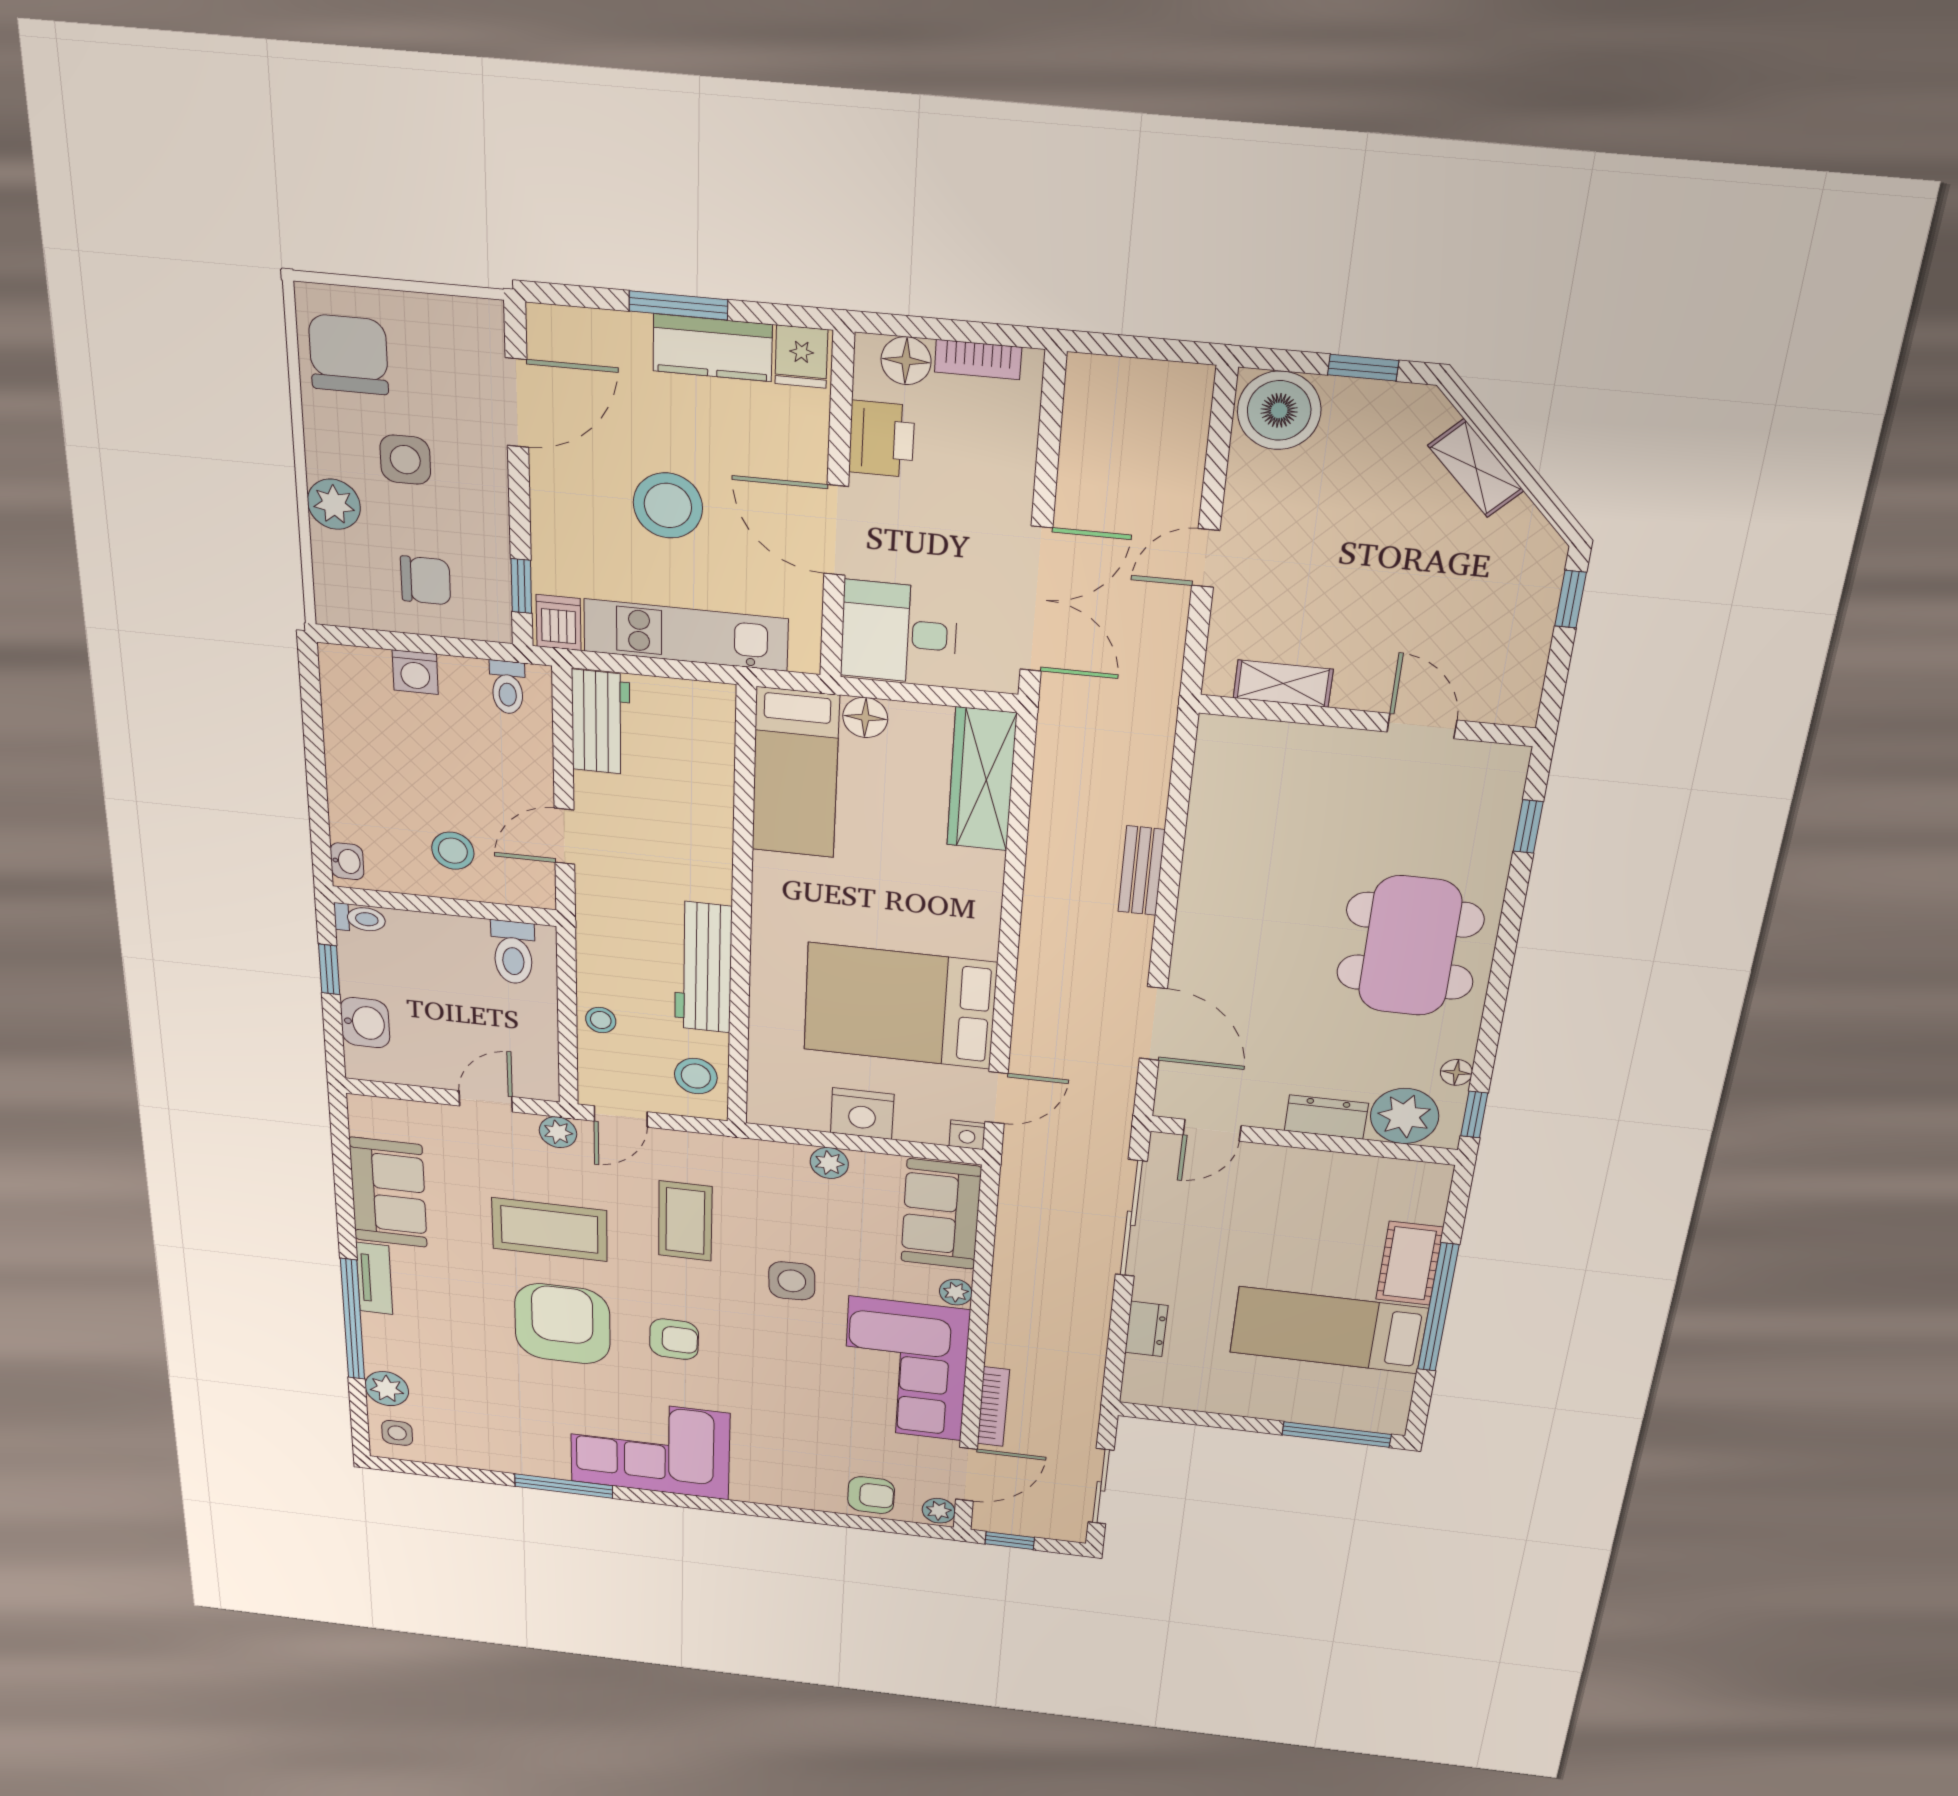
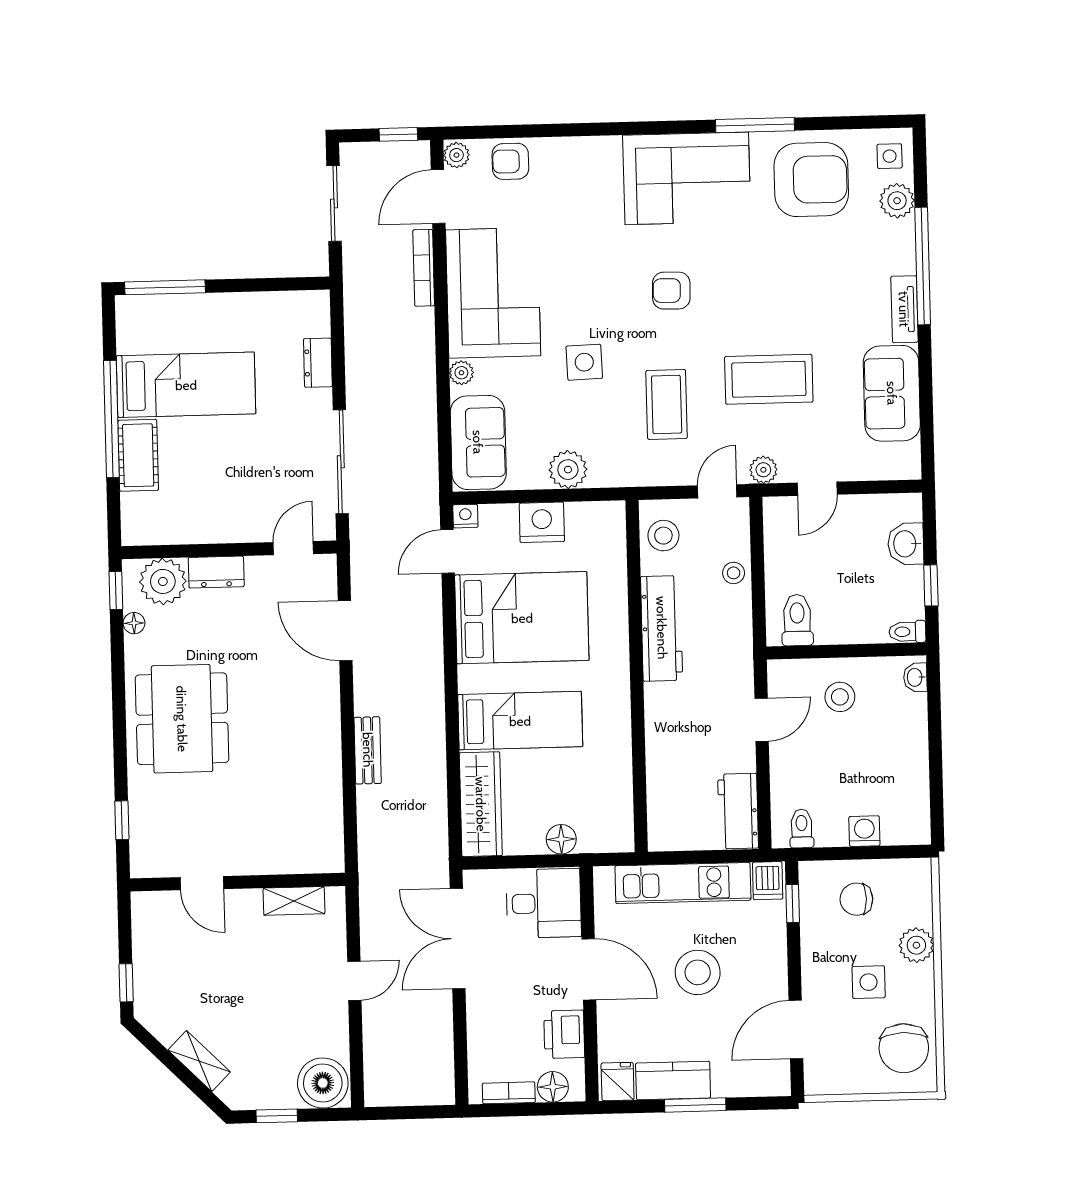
bed: (795, 773) -> (520, 721), moved, turned 90
plant: (829, 1163) -> (568, 470), width x1.38, depth x1.38
armchair: (562, 1324) -> (811, 180), moved, turned -90

